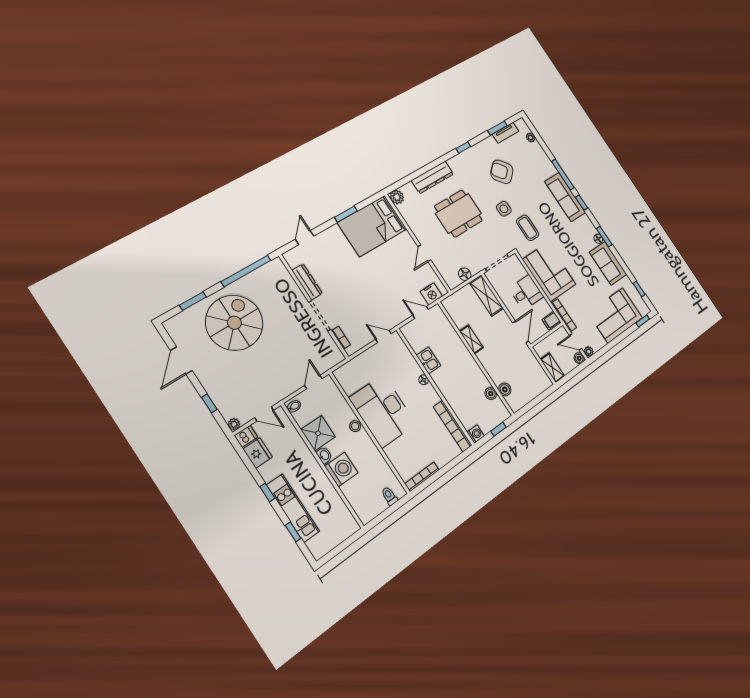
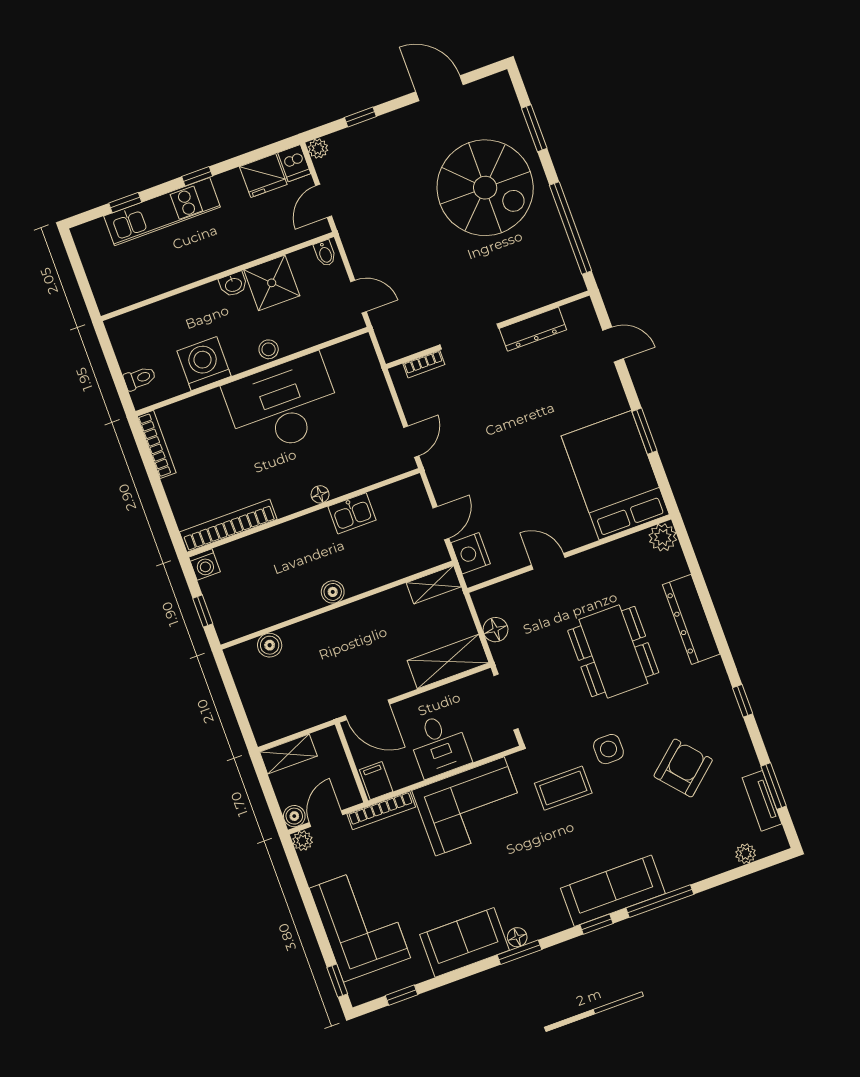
shelving: (471, 339) -> (434, 585), moved
boiler: (491, 394) -> (333, 592), moved
washing machine: (341, 470) -> (204, 364), moved, turned 180

